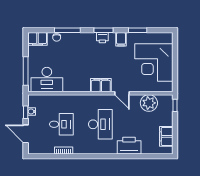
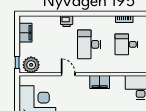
filing cabinet: (101, 85) -> (100, 82), moved
plant: (149, 103) -> (31, 65), moved
printer: (129, 146) -> (67, 21), width x0.53, depth x0.68

